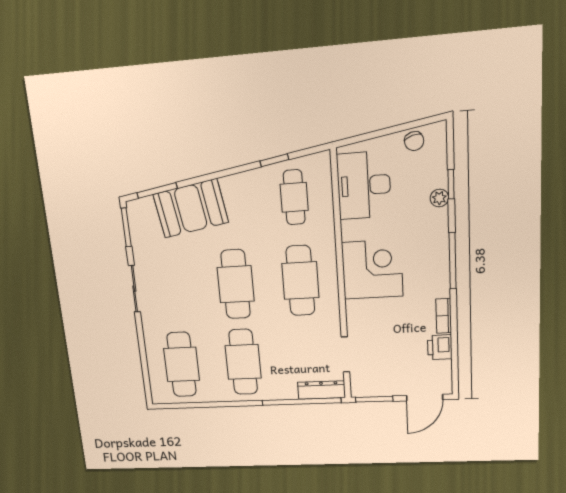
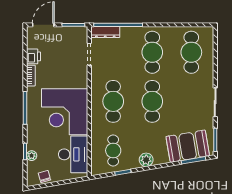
plant: (236, 185) -> (146, 160), added
plant: (439, 198) -> (32, 156), moved
booth: (191, 208) -> (188, 146), moved
corner desk: (372, 269) -> (65, 112), width x1.36, depth x1.36

